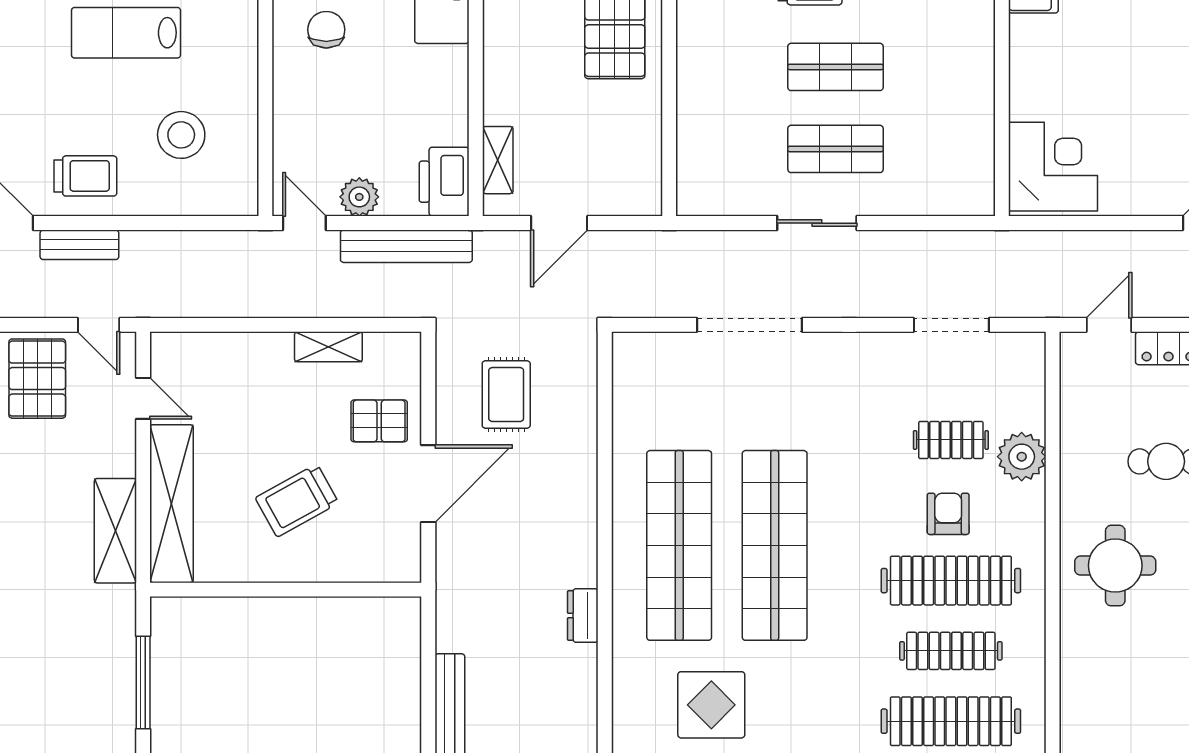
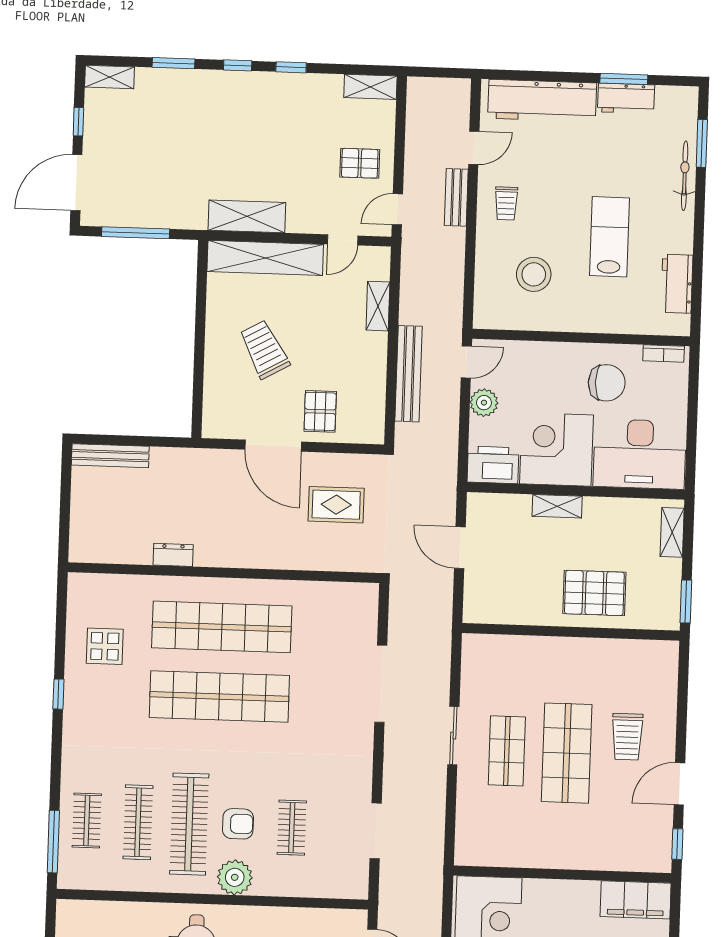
chair: (326, 30) -> (607, 383), width x1.37, depth x1.37
shop shelf: (836, 67) -> (567, 753), width x1.43, depth x1.36
corner desk: (420, 95) -> (556, 449), added
shelving: (498, 160) -> (557, 506), moved
trolley: (85, 176) -> (506, 203), width x0.73, depth x0.72
bench: (406, 246) -> (409, 374), moved
shelving: (328, 347) -> (378, 306), moved
pallet: (37, 379) -> (360, 163), width x0.67, depth x0.71
plant: (1022, 457) -> (235, 877), moved
display table: (711, 705) -> (105, 646), width x0.73, depth x0.73
clothes rail: (951, 721) -> (87, 821), width x0.54, depth x0.76

